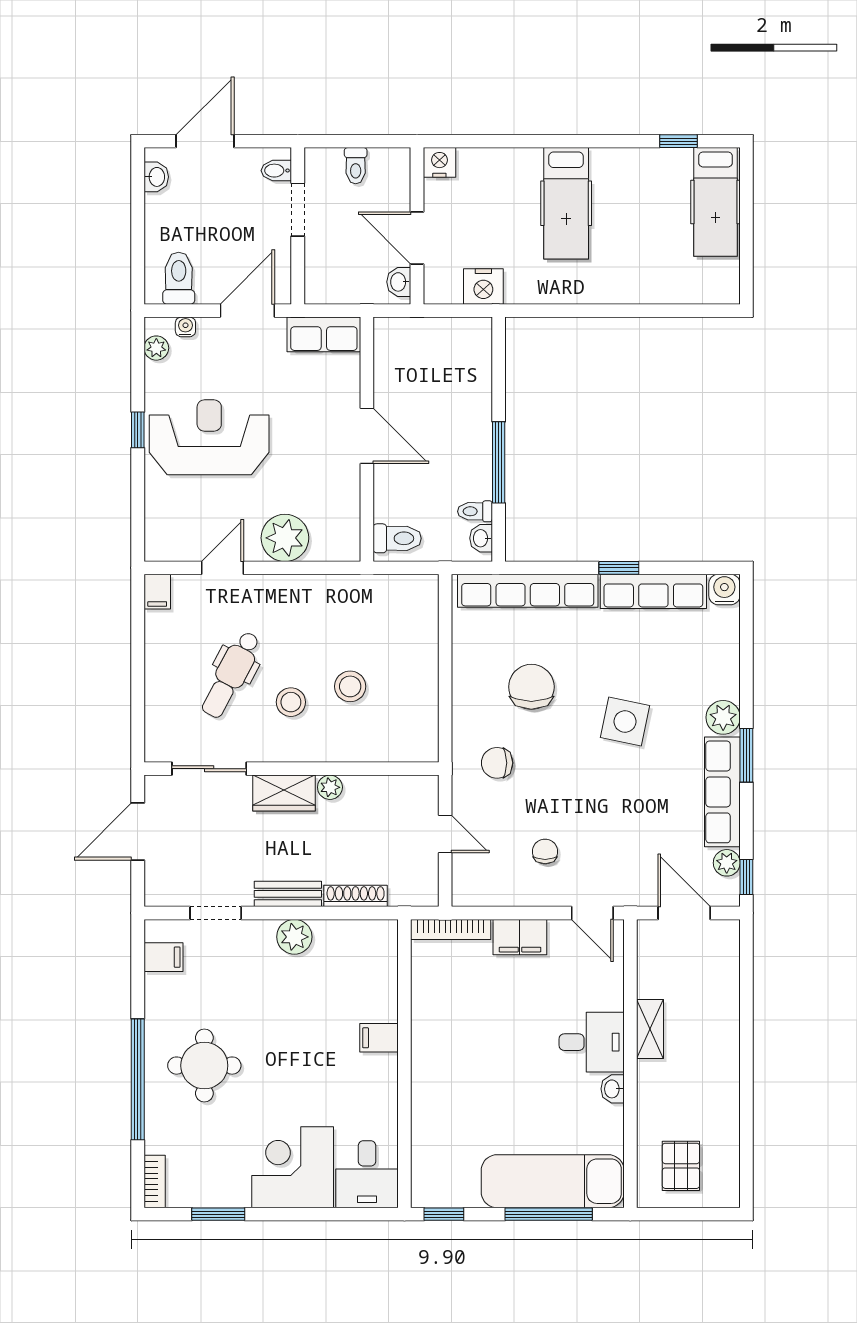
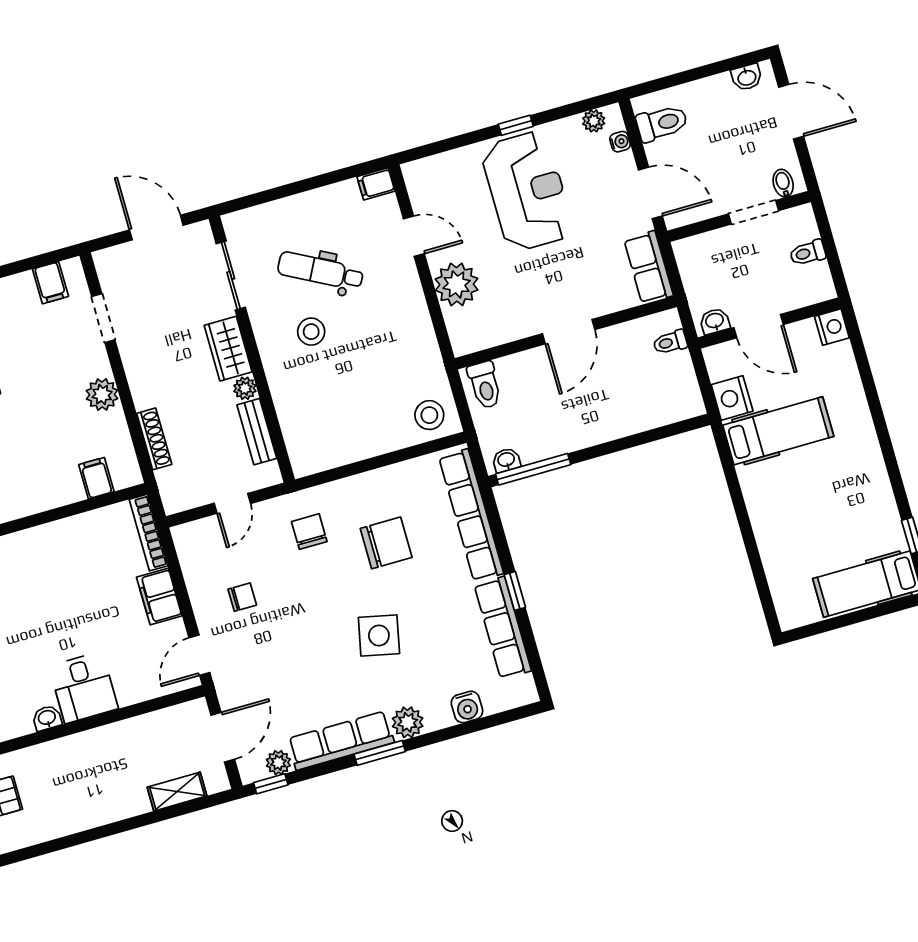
hospital bed: (566, 203) -> (778, 431), moved, turned 180
door: (417, 238) -> (759, 326), swing flipped
window: (499, 462) -> (533, 469), moved
toilet: (475, 511) -> (670, 342), moved, turned -90
water cooler: (724, 590) -> (467, 707), moved, turned 90
stool: (350, 686) -> (429, 415), moved
bench: (288, 894) -> (257, 432), moved
shelving: (650, 1029) -> (177, 792), moved
filing cabinet: (379, 1038) -> (96, 478), moved

